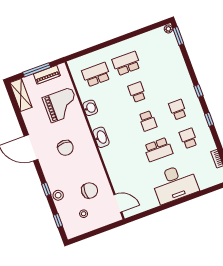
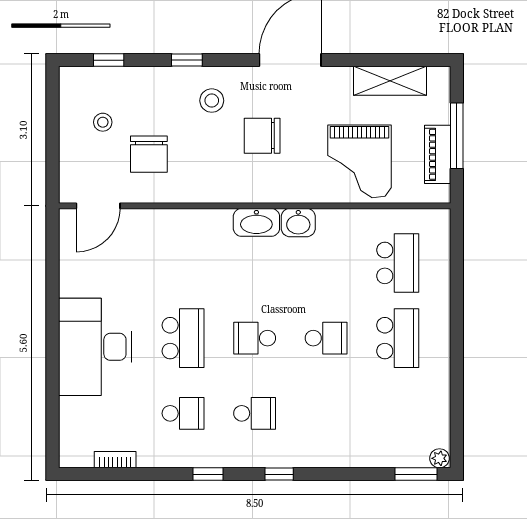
shelving: (21, 95) -> (390, 81), moved
washbasin: (90, 108) -> (298, 223), moved
school desk: (158, 150) -> (183, 338), turned 180
stool: (58, 195) -> (212, 101), moved

